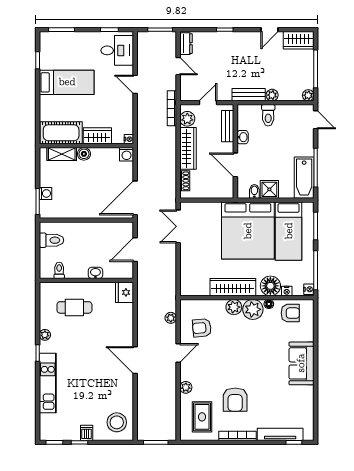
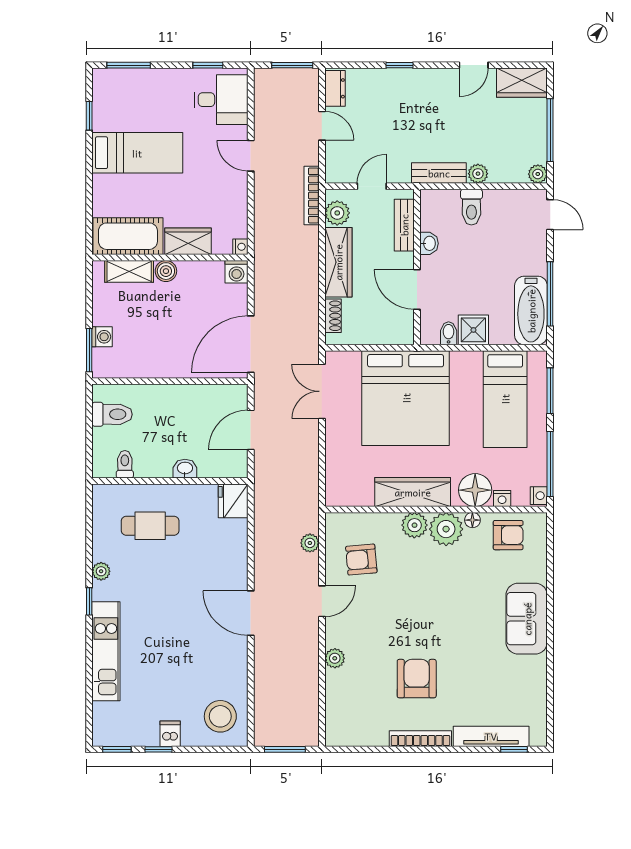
bed: (248, 231) -> (406, 398), moved
armchair: (235, 400) -> (417, 679), turned 180
rug: (202, 417) -> (362, 707), removed

